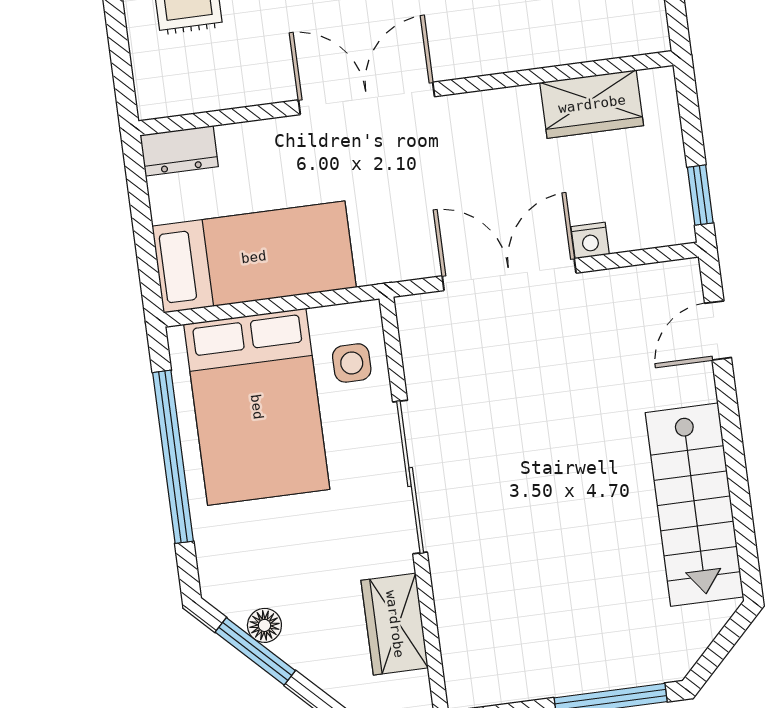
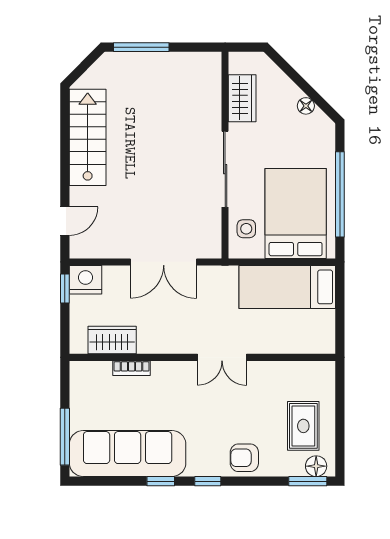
bookcase: (545, 53) -> (132, 368), added
double door: (366, 98) -> (222, 357), width x0.73
dresser: (179, 151) -> (317, 344), removed
nightstand: (590, 240) -> (85, 280), moved, width x1.89, depth x1.79
window: (255, 651) -> (312, 94), removed

